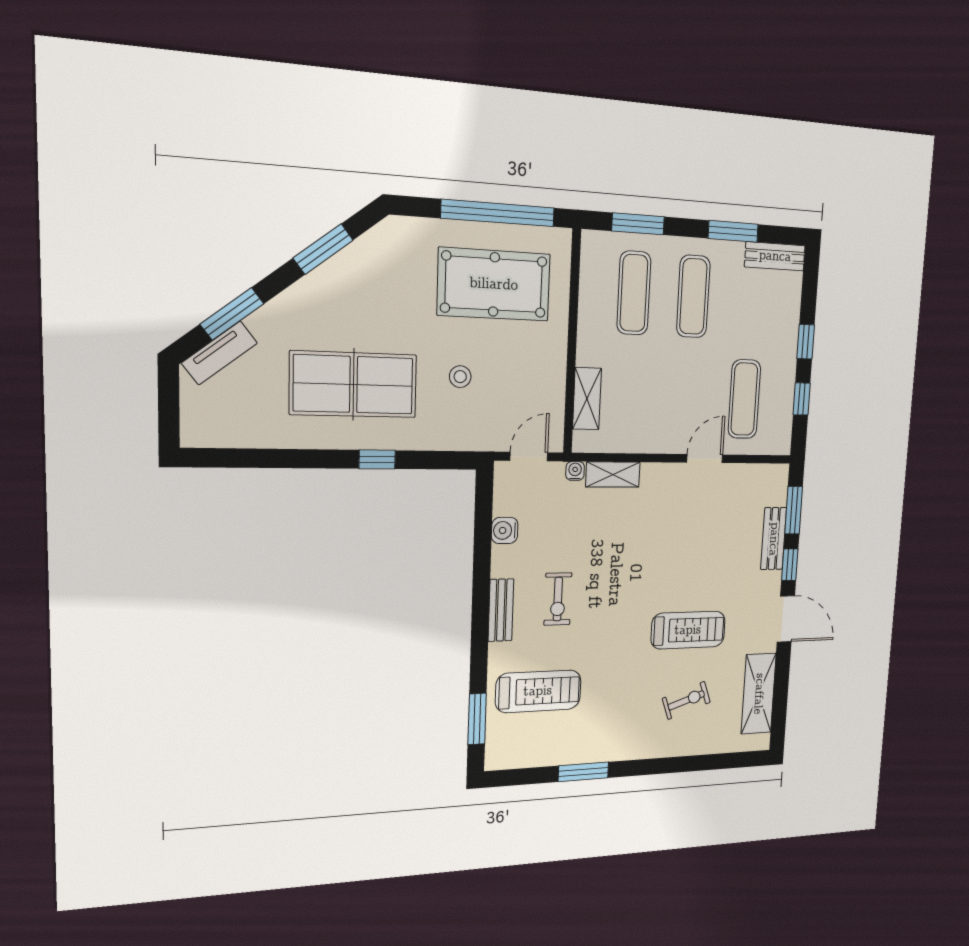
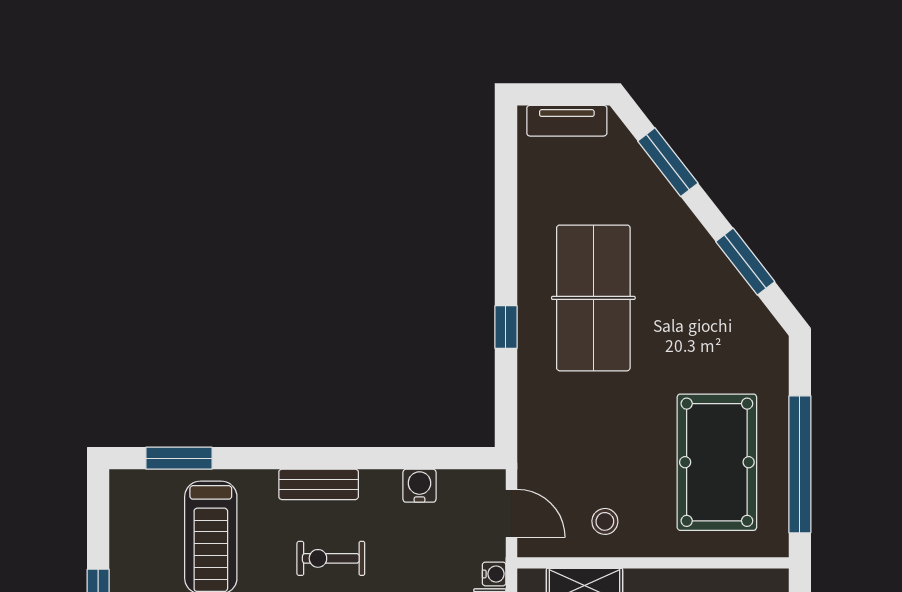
tv unit: (220, 353) -> (567, 121), moved, turned -52
stool: (460, 377) -> (605, 521), moved

